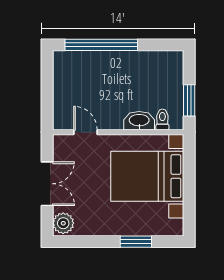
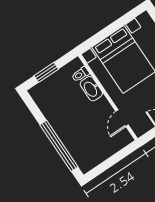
window: (189, 100) -> (46, 72), moved

